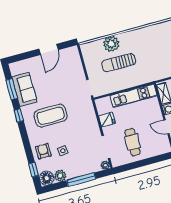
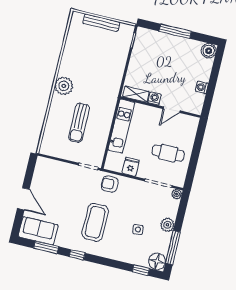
plant: (111, 44) -> (64, 86), moved
door: (49, 49) -> (23, 199), moved
sofa: (24, 89) -> (38, 231), moved
armchair: (43, 151) -> (110, 184), moved
plant: (60, 176) -> (167, 225), moved
window: (81, 180) -> (173, 248), moved

